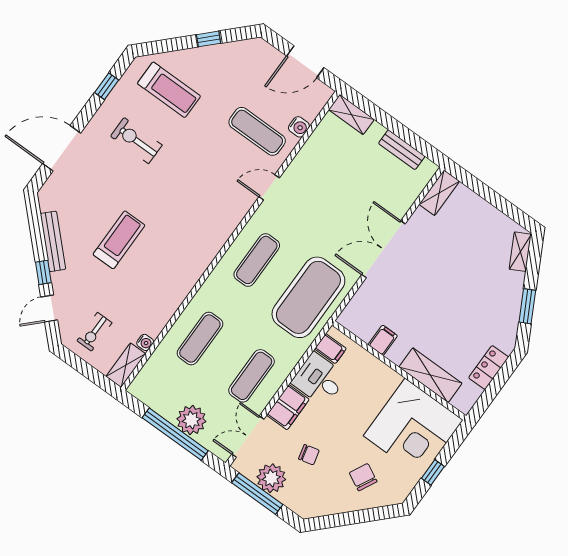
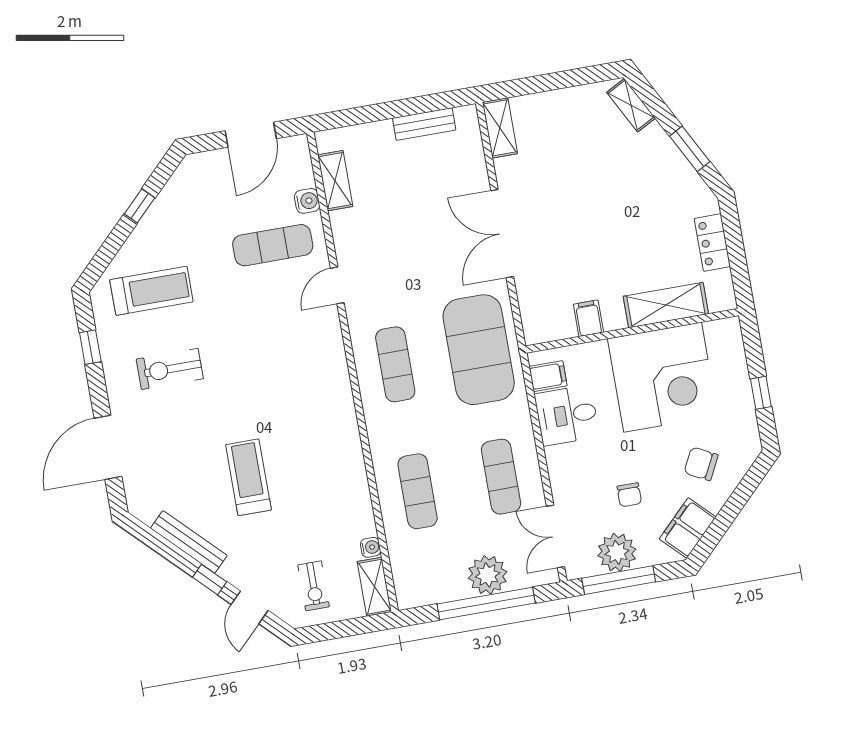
shelving: (351, 115) -> (335, 181), moved, turned 90
filing cabinet: (288, 407) -> (688, 528), moved, turned -135
corner desk: (413, 428) -> (663, 377), moved
chair: (309, 455) -> (629, 495), turned 104

